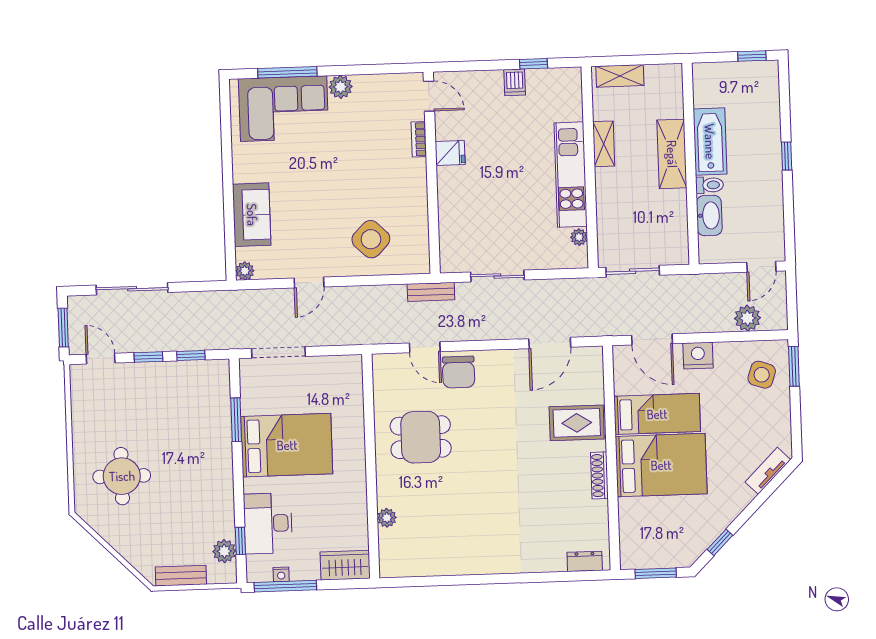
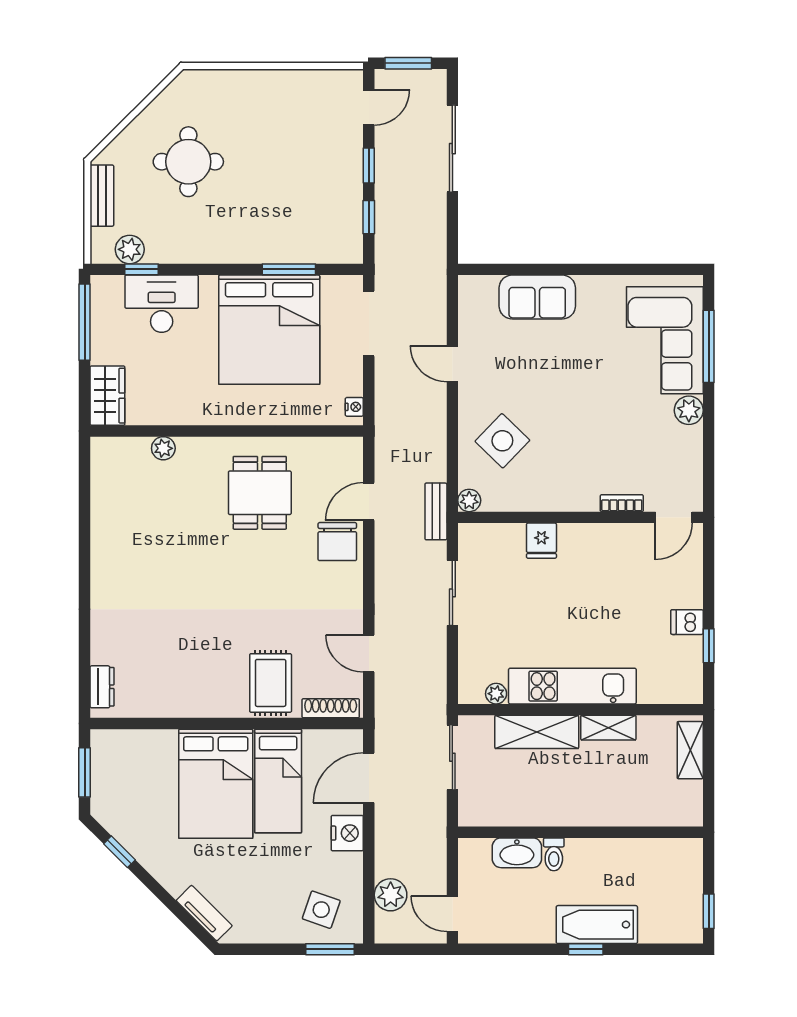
bathtub: (710, 141) -> (597, 925), moved, turned 180
fridge: (450, 153) -> (541, 541), moved
shelving: (672, 154) -> (537, 732), moved
plant: (245, 271) -> (469, 500), moved
door: (550, 343) -> (369, 654), width x0.73
chair: (459, 372) -> (337, 542), turned -90
bed: (287, 445) -> (269, 330), width x1.36
shoe rack: (599, 475) -> (331, 708), moved
round table: (122, 476) -> (188, 162), moved
nightstand: (281, 574) -> (354, 407), moved, turned 180

